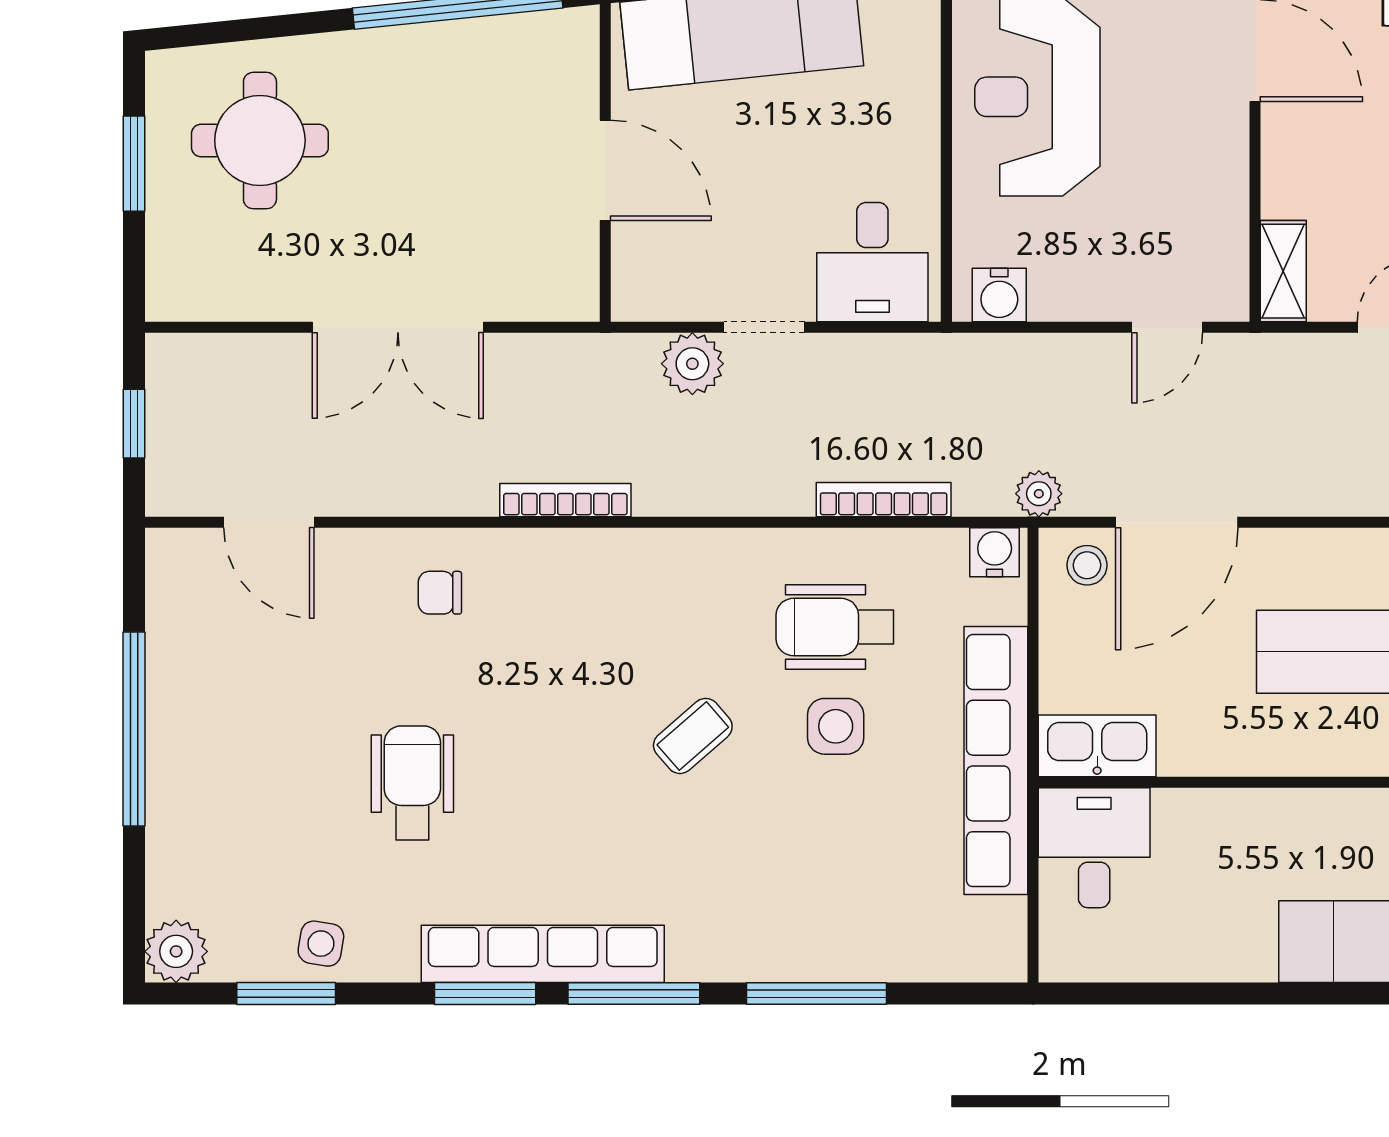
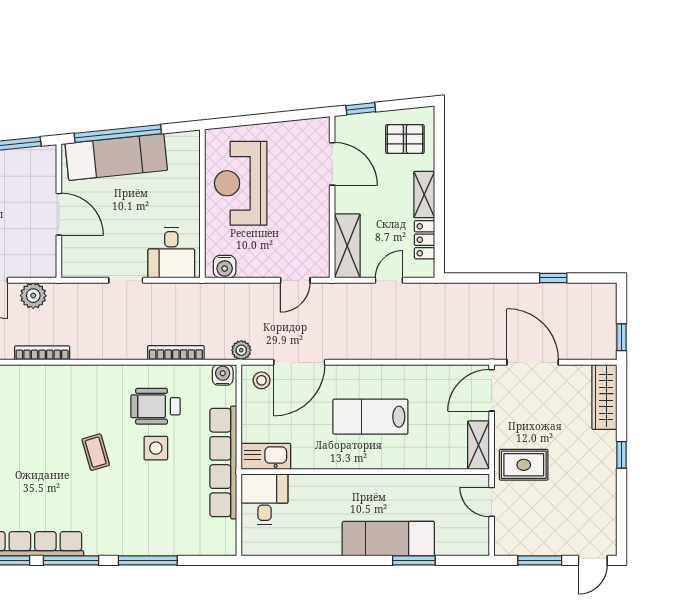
shelving: (1283, 271) -> (347, 246), width x1.50, depth x1.33
plant: (692, 364) -> (33, 296), moved
coffee table: (693, 736) -> (96, 452), turned -65

